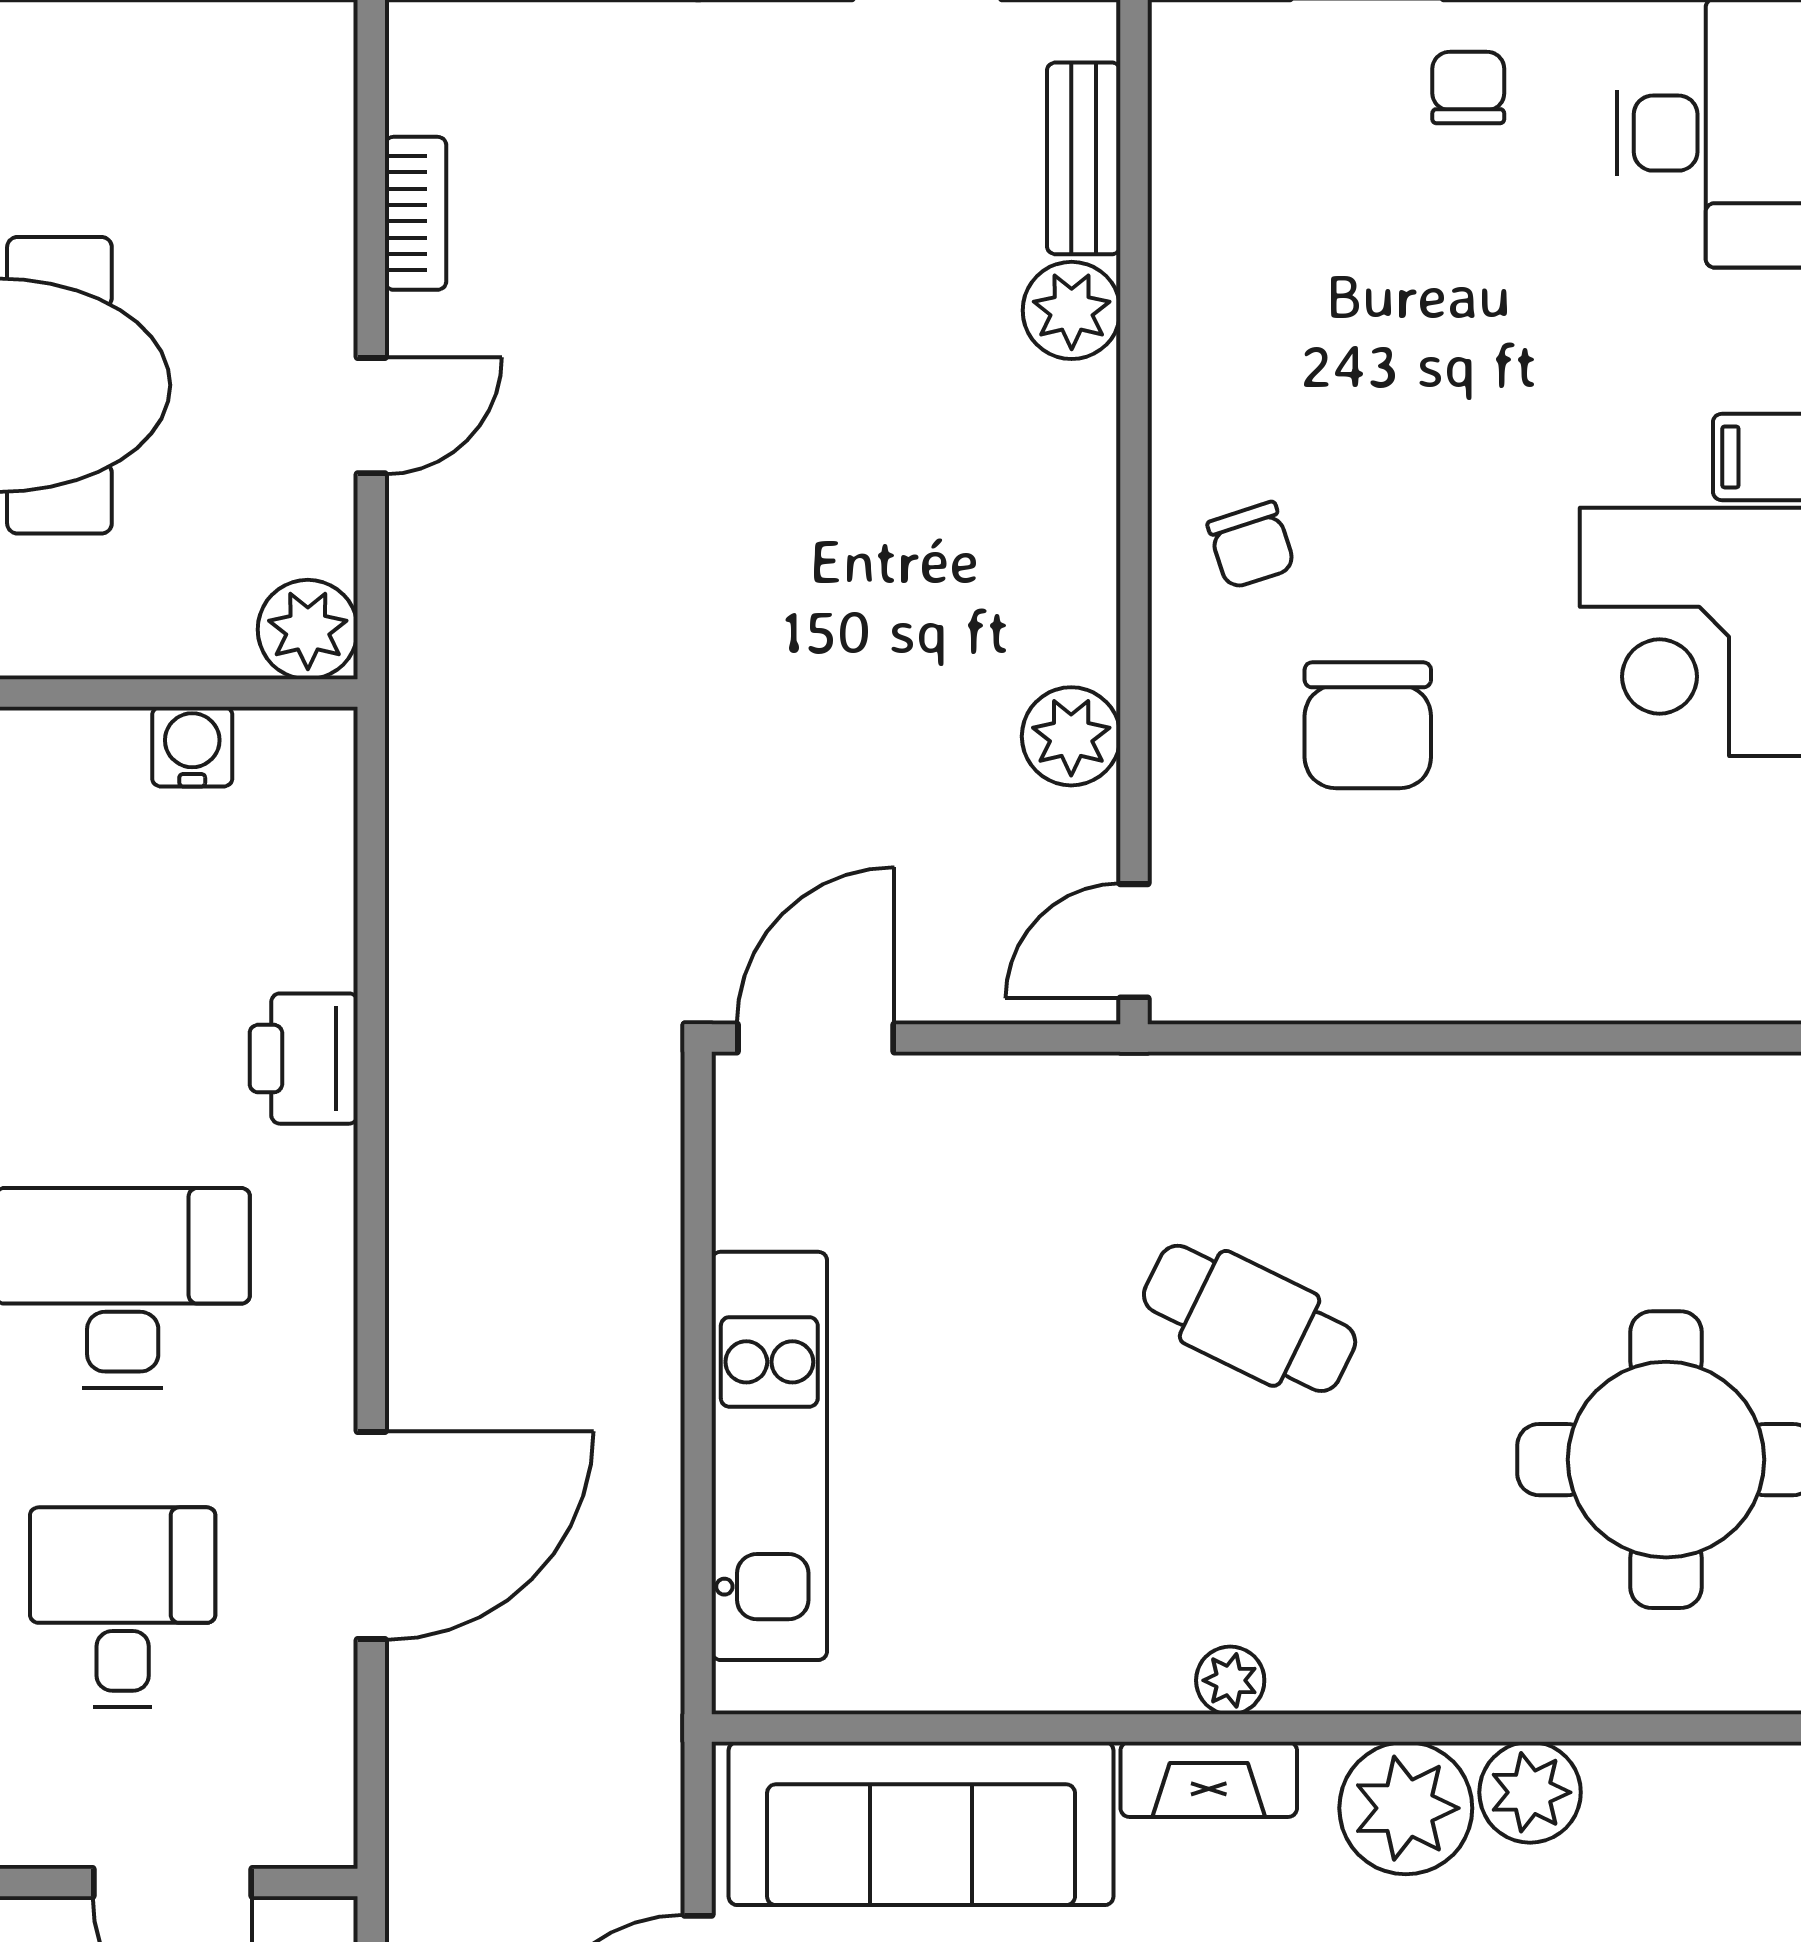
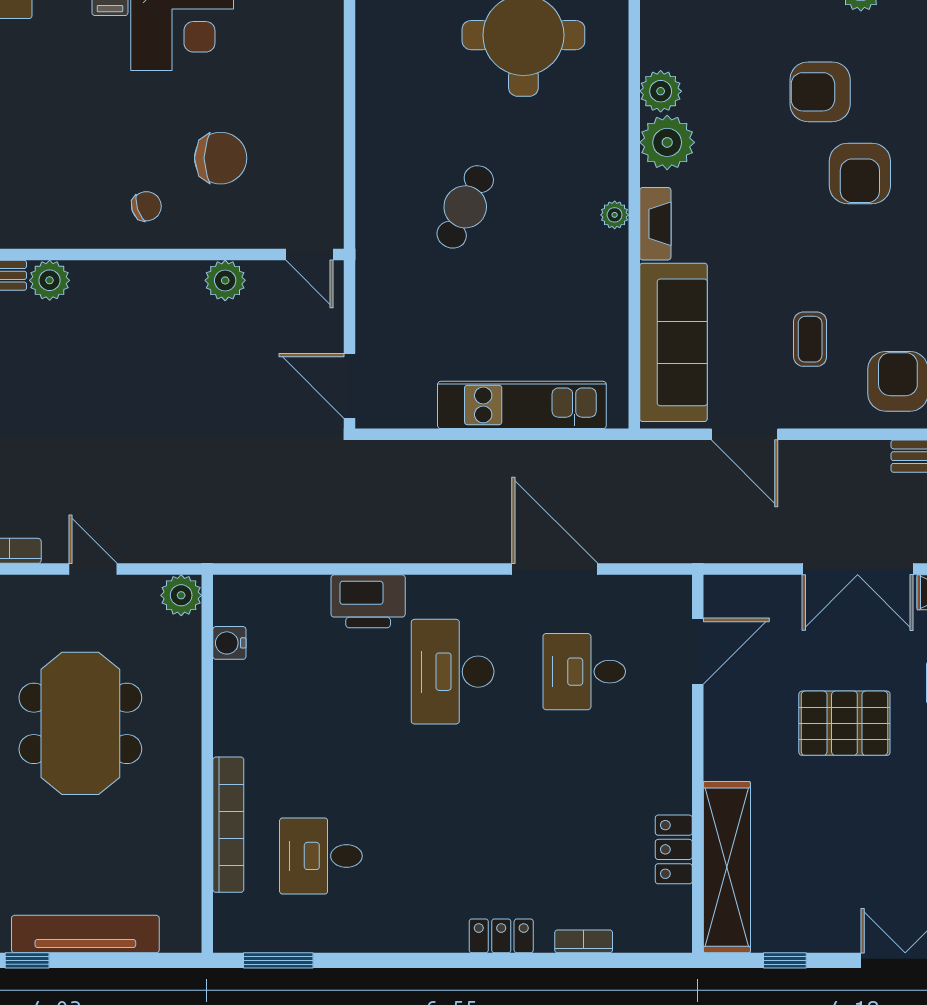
printer: (304, 1059) -> (368, 601), width x1.37, depth x1.19

